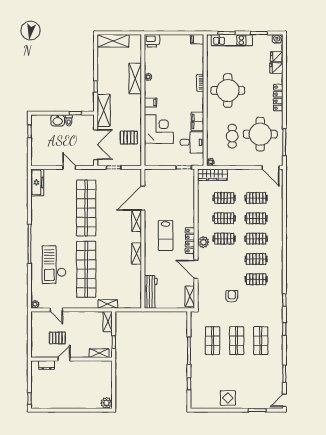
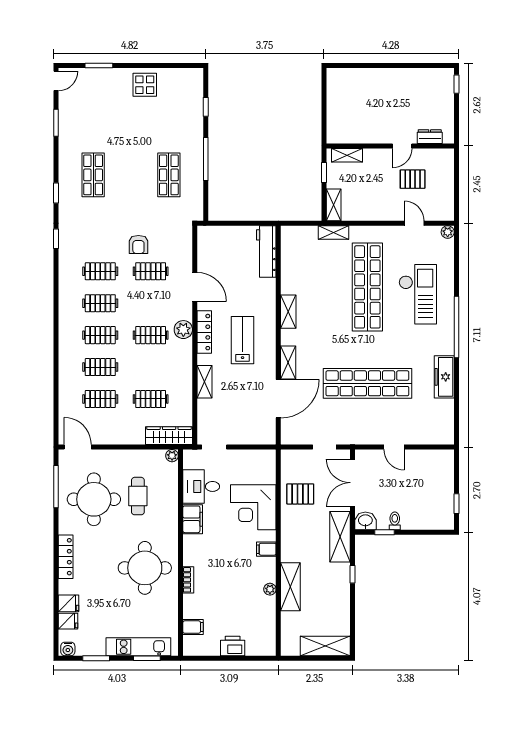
filing cabinet: (197, 39) -> (193, 627), moved
printer: (152, 41) -> (233, 646), moved
washbasin: (58, 120) -> (365, 521), moved
freezer: (37, 182) -> (444, 377), moved
shop shelf: (86, 208) -> (367, 383), turned 90
clothes rail: (224, 218) -> (151, 271), moved
shelving: (190, 296) -> (205, 382), moved
shop shelf: (237, 341) -> (131, 175), removed
plant: (106, 403) -> (335, 77), removed

